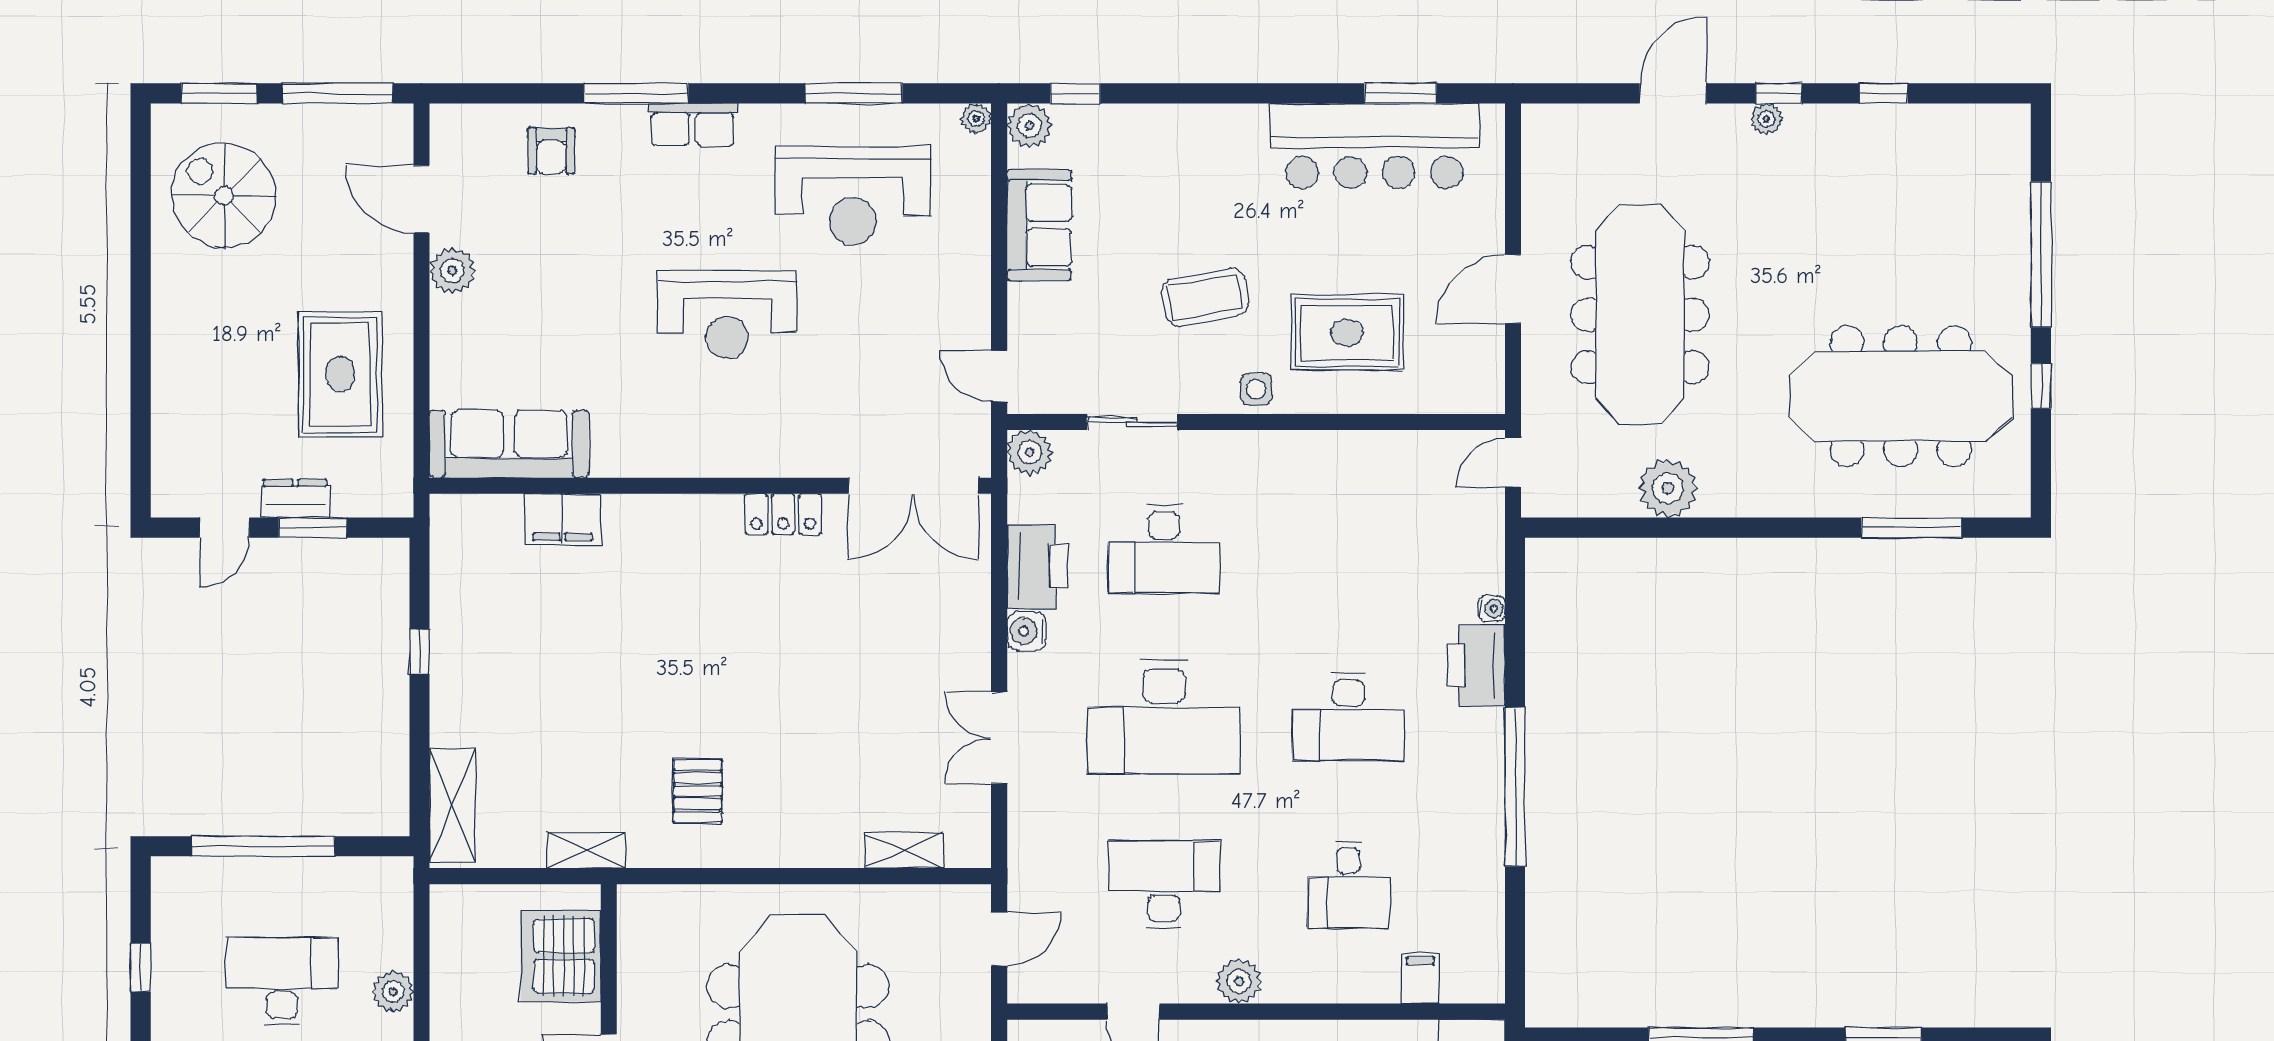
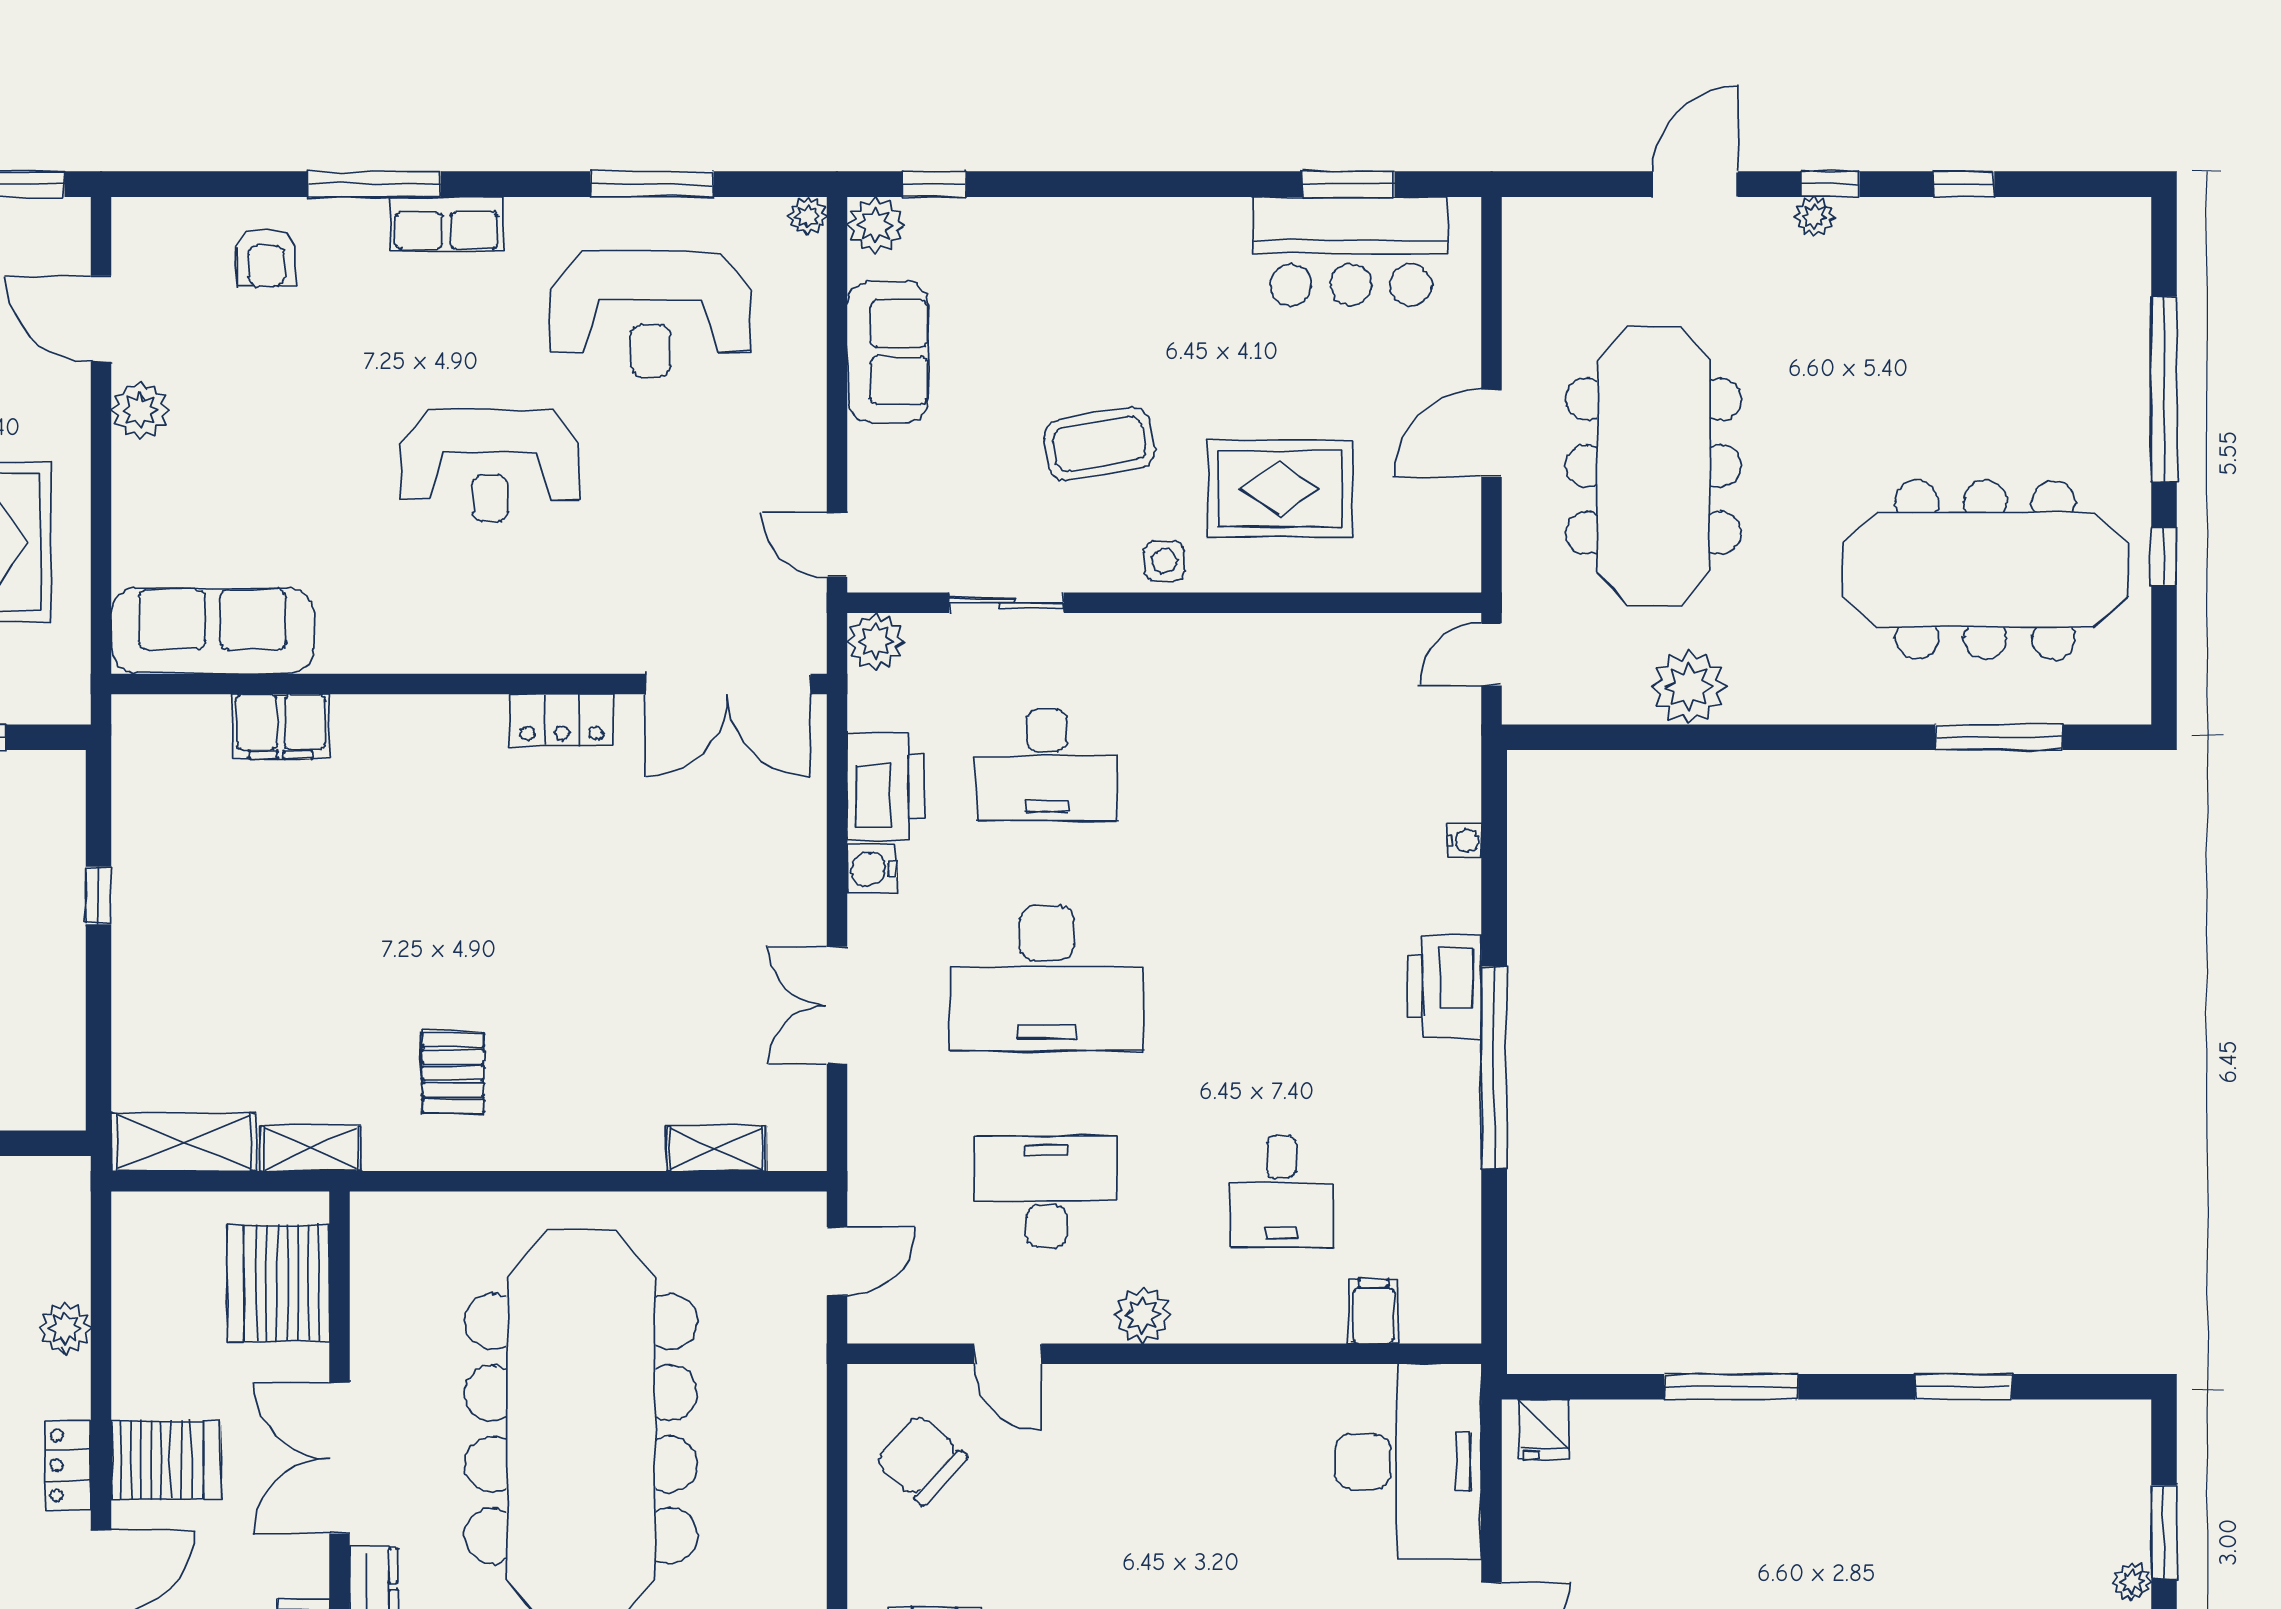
bar counter: (1375, 146) -> (1351, 251), width x0.73
printer: (1476, 666) -> (1445, 986), moved
desk: (1348, 717) -> (1282, 978), removed
shelving: (452, 805) -> (184, 1142), moved, turned 90

